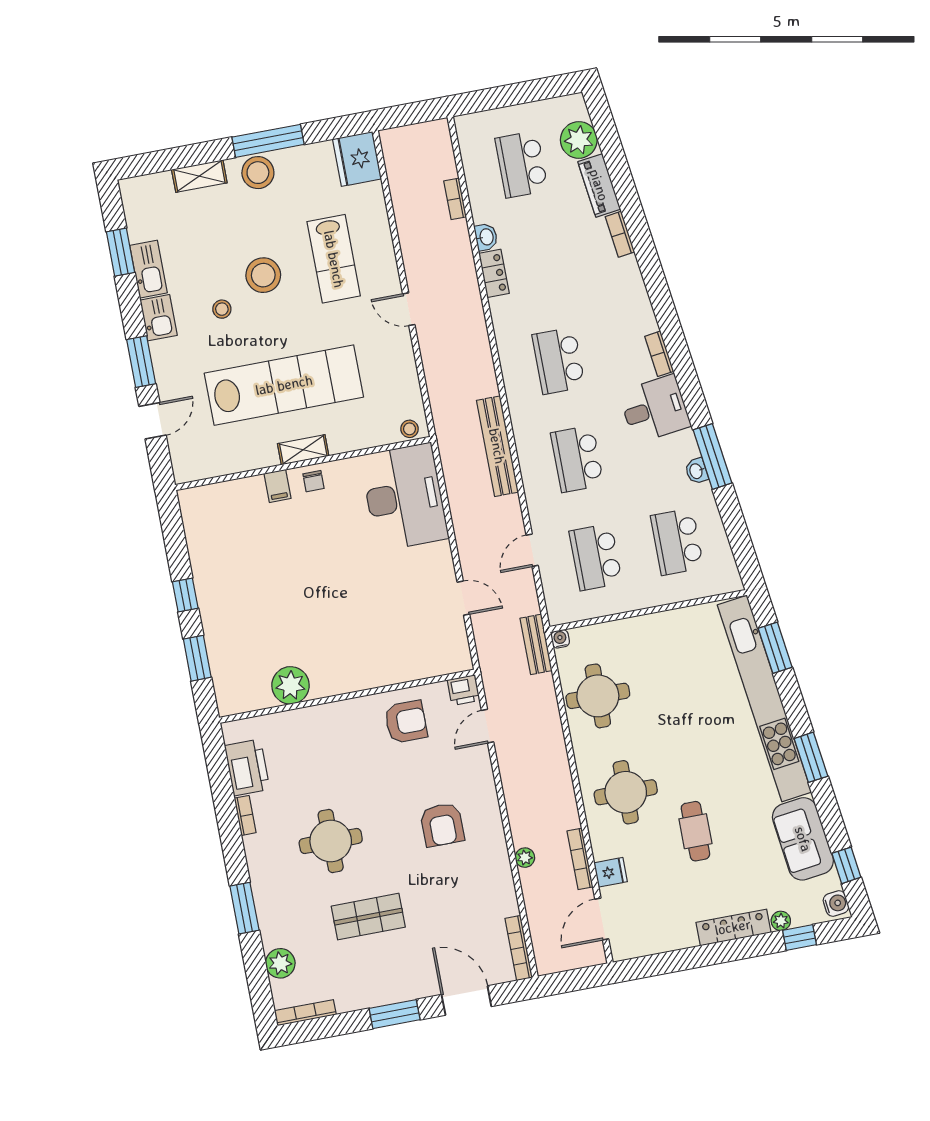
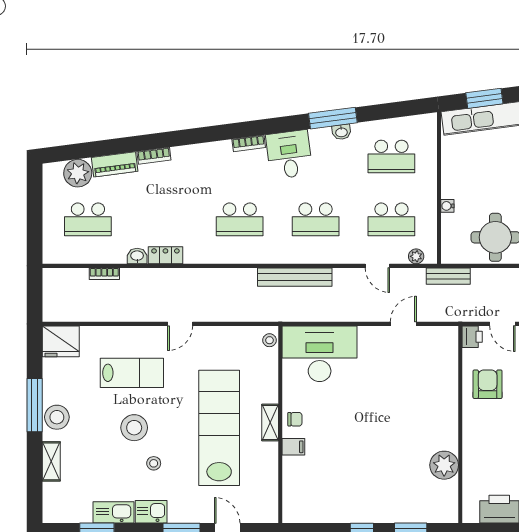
plant: (554, 598) -> (416, 256), added
water cooler: (560, 639) -> (447, 206), moved

